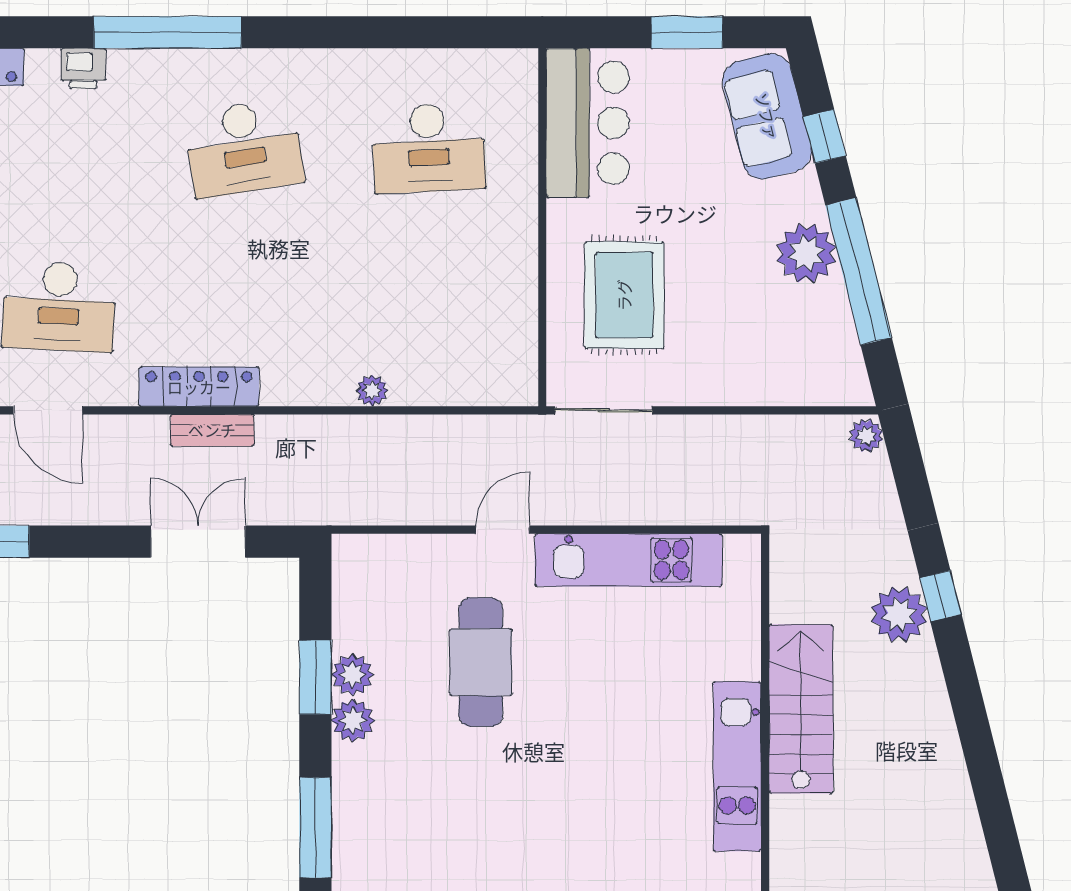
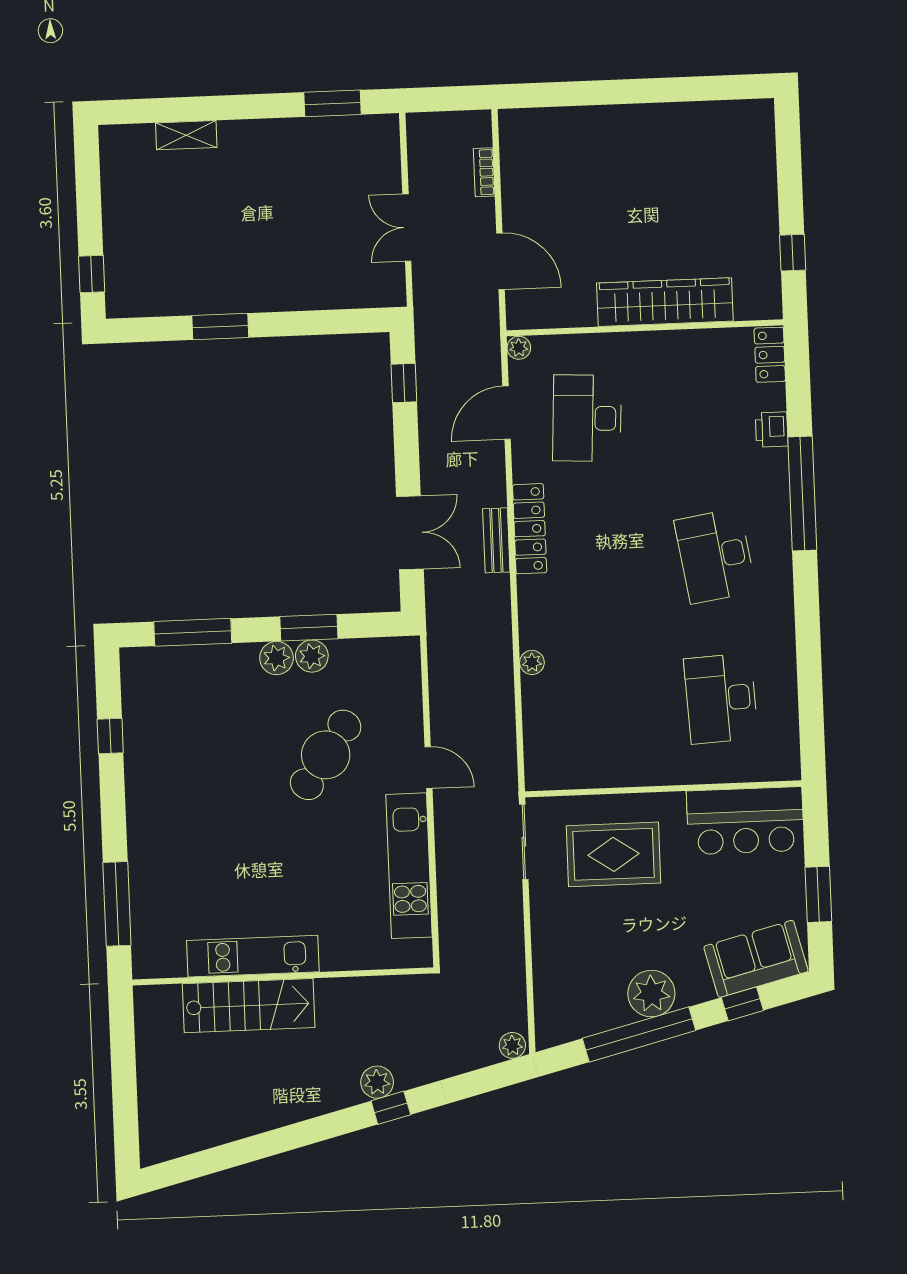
plant: (899, 614) -> (377, 1082), width x0.73, depth x0.73
cafe table: (481, 662) -> (326, 755), turned -55
stairs: (801, 709) -> (249, 1006), moved

